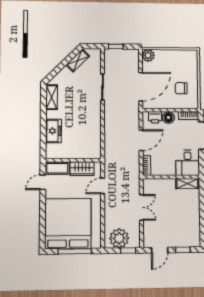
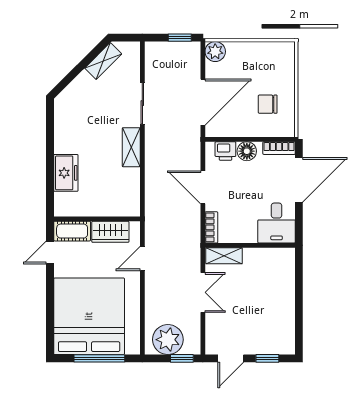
window: (116, 46) -> (180, 38), moved
shelving: (52, 97) -> (131, 147), moved
door: (141, 140) -> (203, 187), swing flipped
shelving: (187, 184) -> (224, 256), moved

